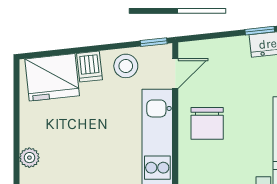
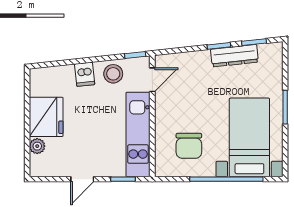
fridge: (52, 77) -> (46, 117), moved, turned -84
chair: (207, 123) -> (189, 146), moved

